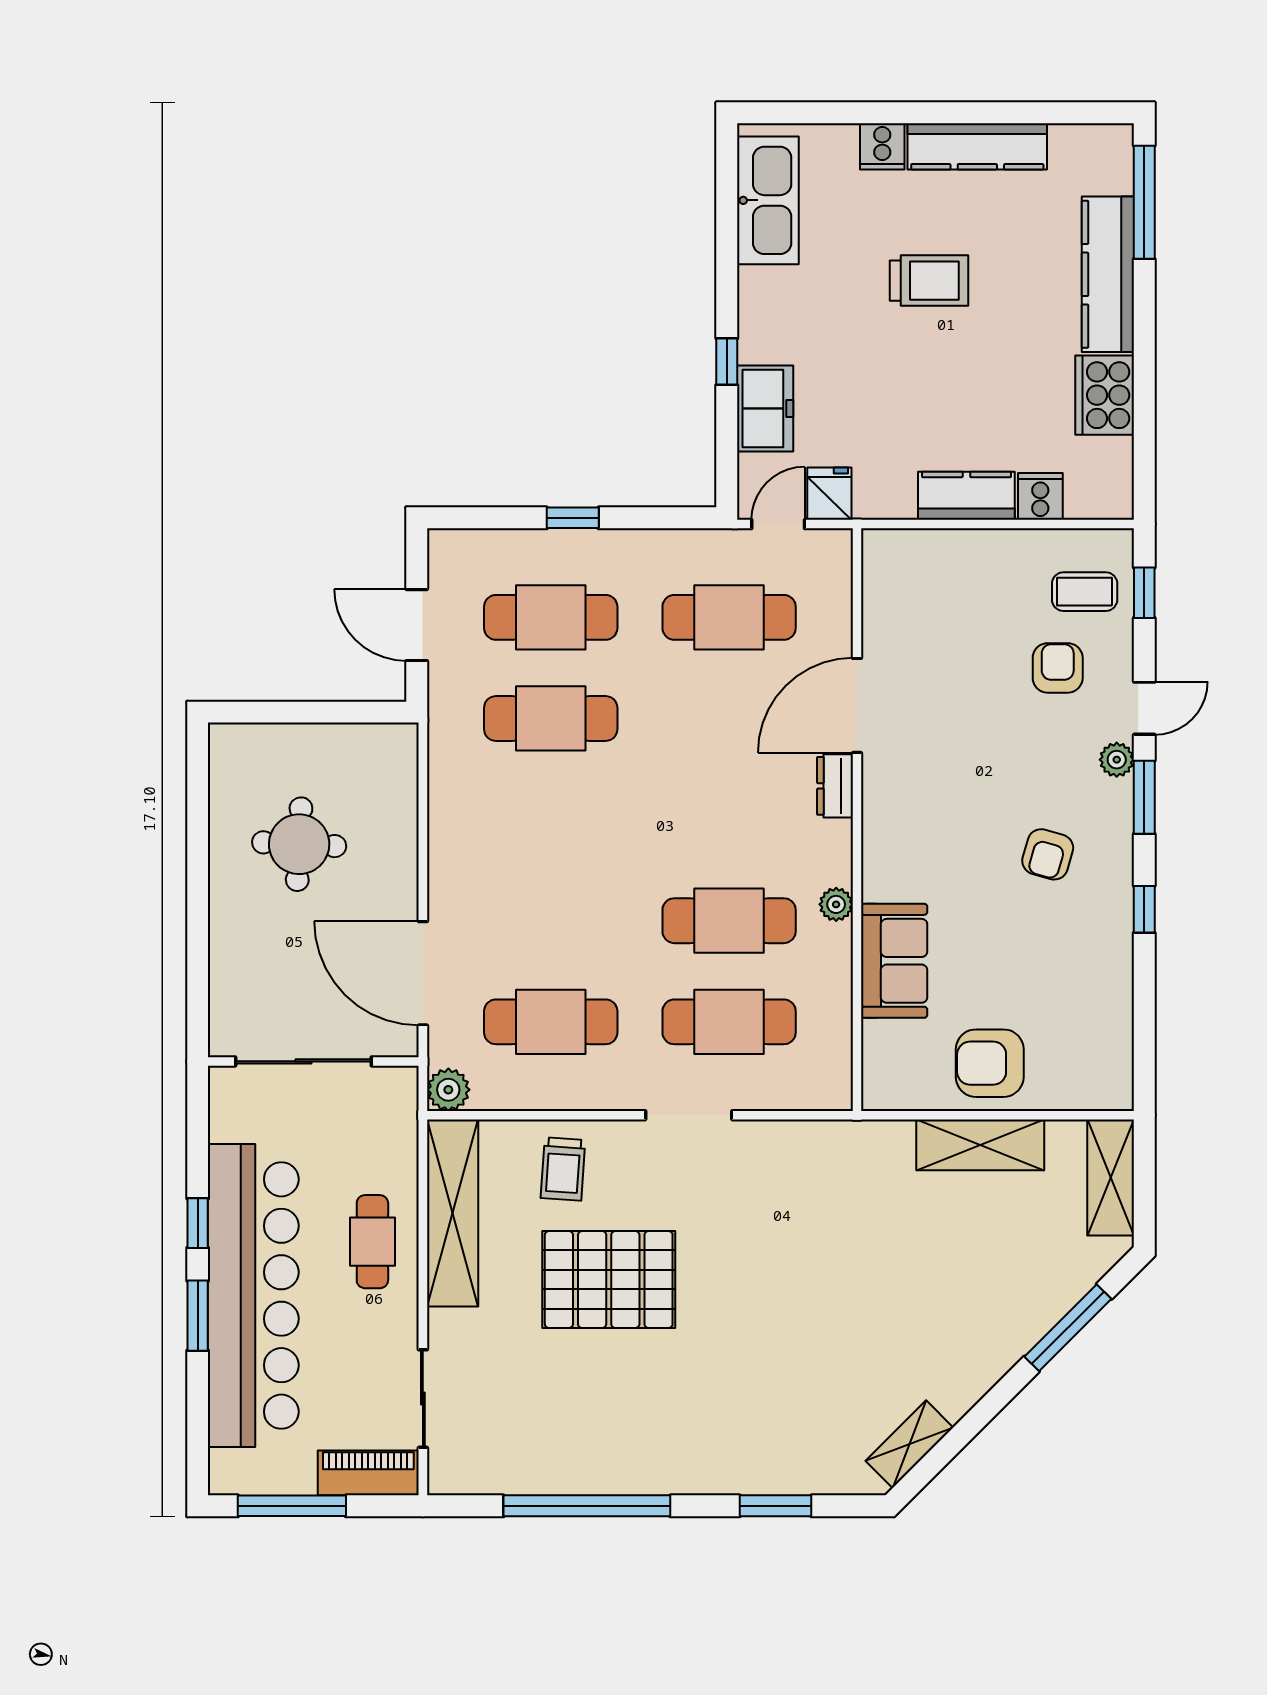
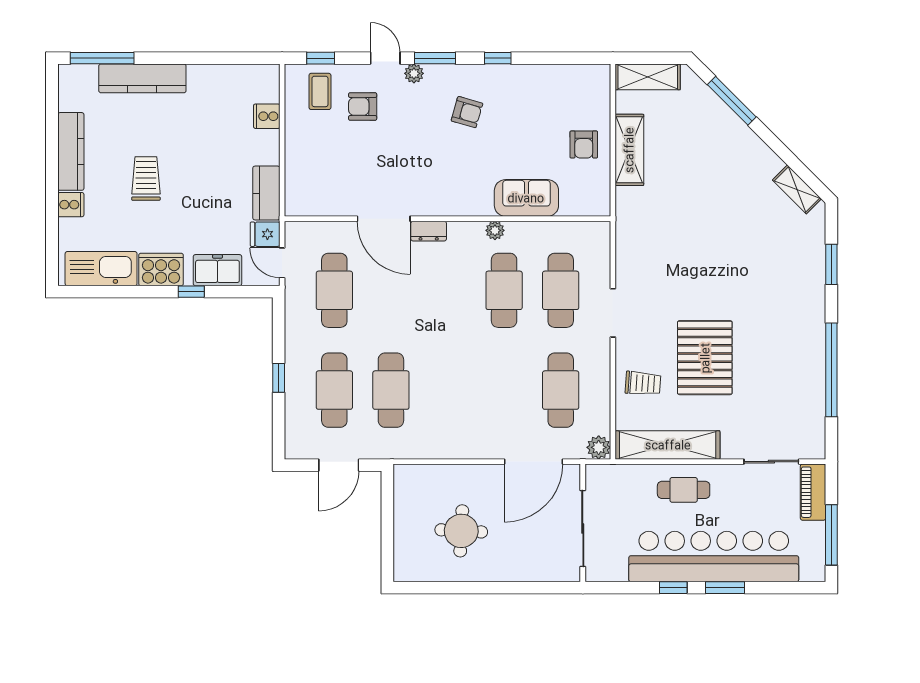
cooker: (1105, 395) -> (161, 269), moved, turned 180
kitchen counter: (966, 496) -> (266, 193), moved
armchair: (990, 1063) -> (584, 145), width x0.72, depth x0.72

